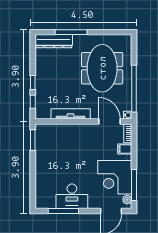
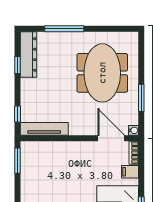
dresser: (54, 41) -> (28, 54), moved, turned -90
window: (33, 83) -> (17, 65), moved
window: (134, 89) -> (141, 98), width x0.47
tv unit: (71, 114) -> (44, 129), moved

